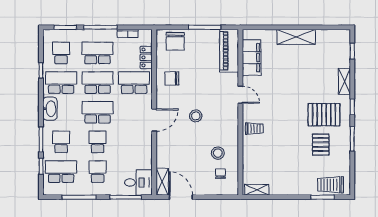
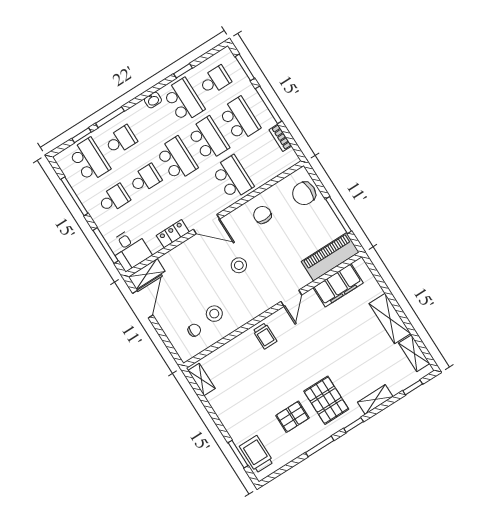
shelving: (330, 35) -> (414, 353), added
locker: (146, 57) -> (173, 234), moved
washbasin: (50, 109) -> (153, 100), width x0.52, depth x0.69

